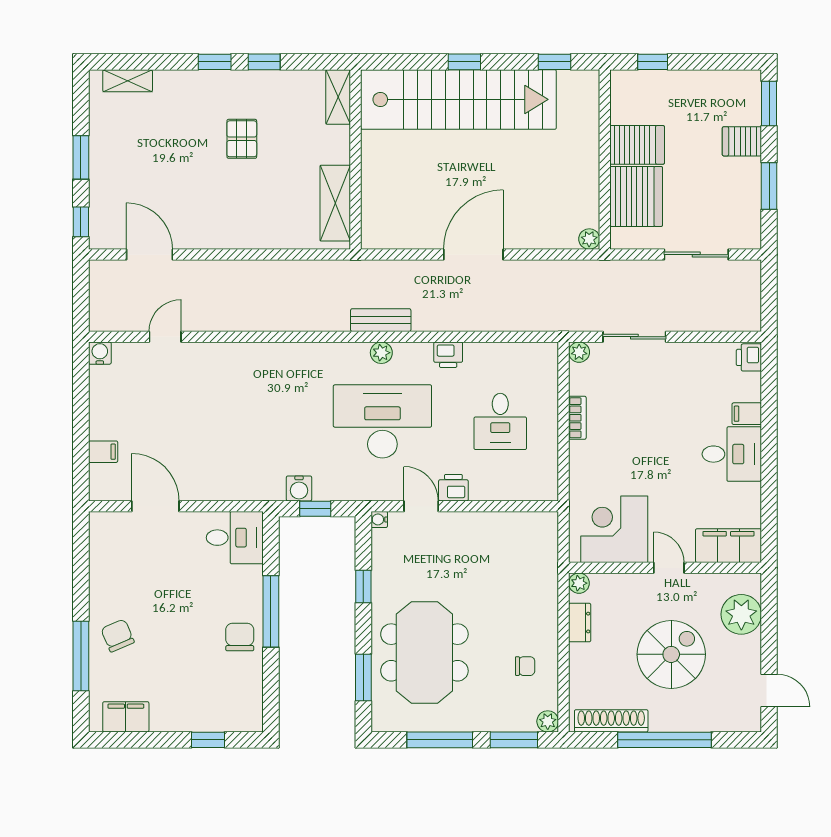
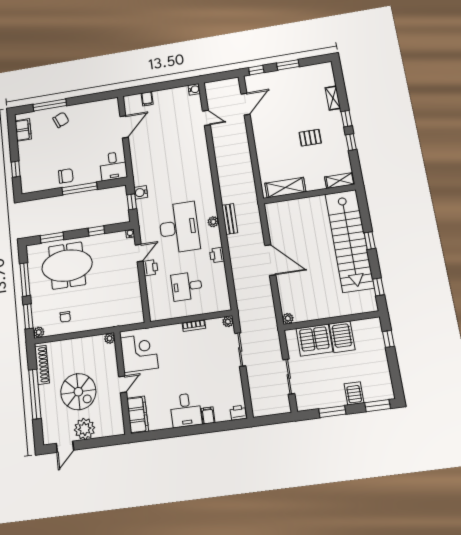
shelving: (128, 81) -> (333, 98), moved
plant: (741, 614) -> (85, 429), moved
dresser: (580, 623) -> (90, 342), removed

